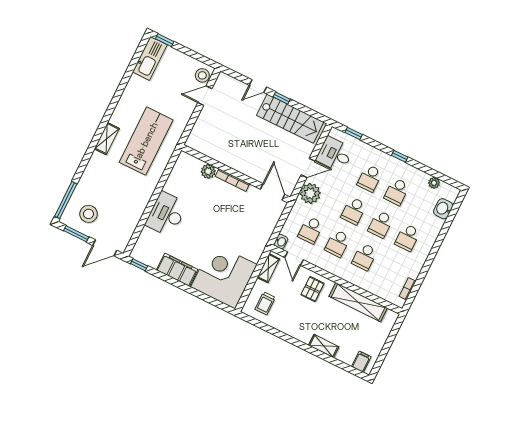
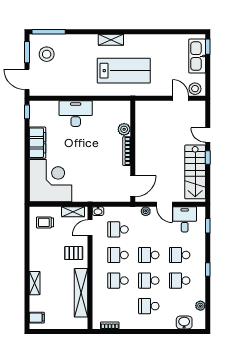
kitchen sink: (150, 58) -> (197, 56), moved, turned 90
plant: (310, 193) -> (146, 211), width x0.53, depth x0.53

